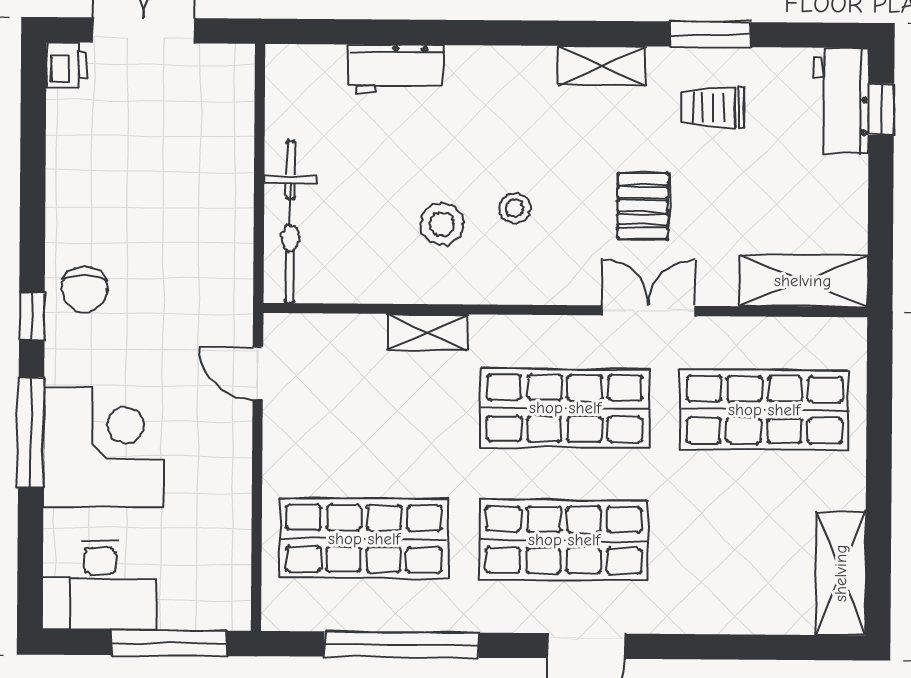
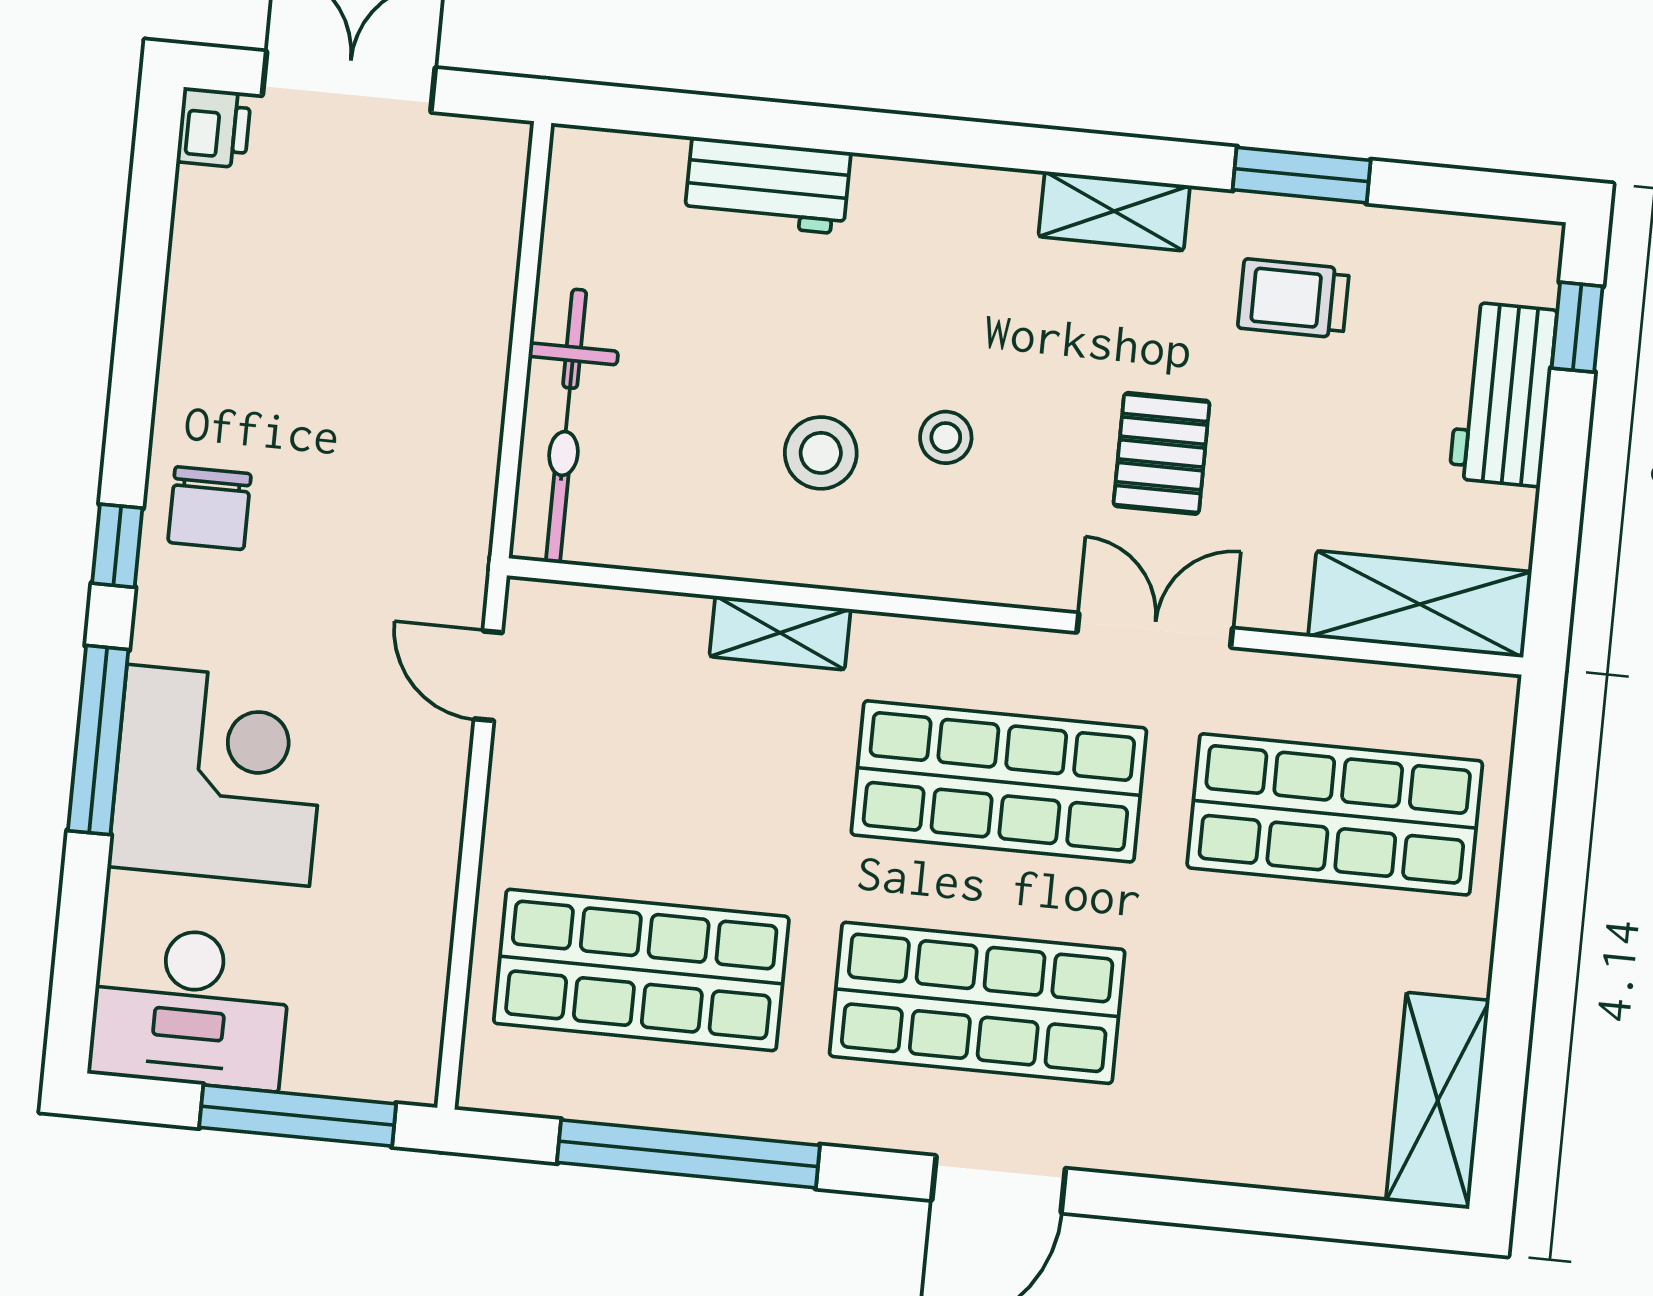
workbench: (842, 100) -> (1503, 394), moved

